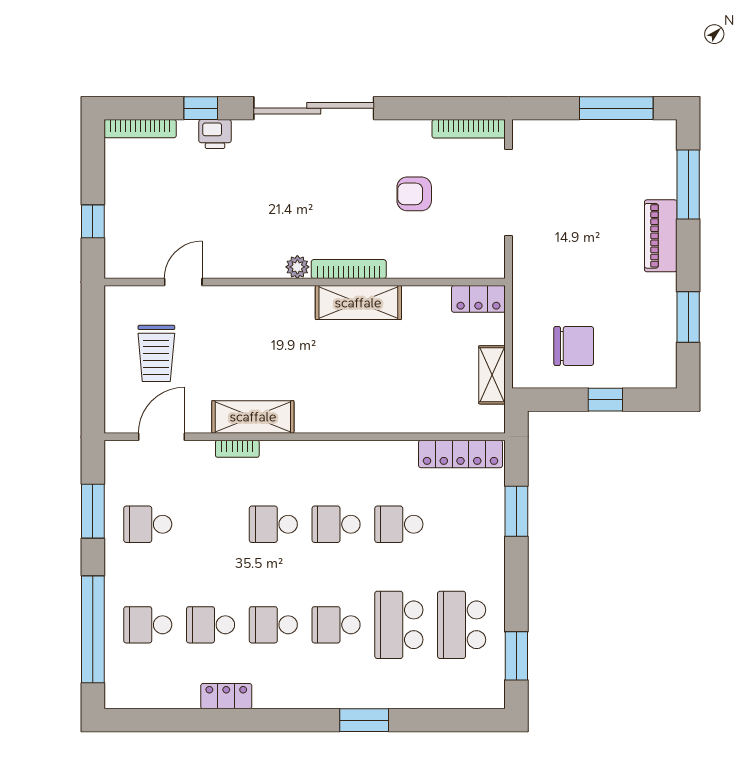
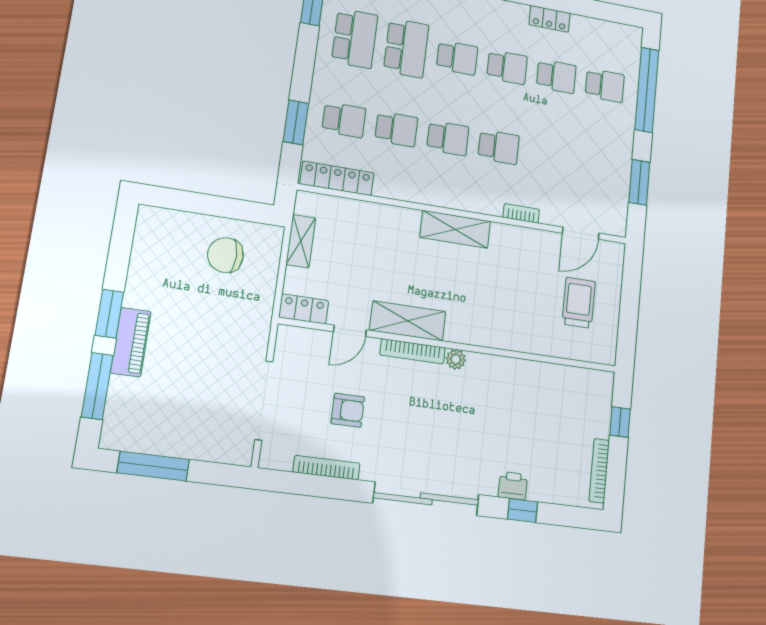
bookcase: (140, 129) -> (599, 471), moved, turned -90
bookcase: (469, 129) -> (326, 468), moved
door: (183, 282) -> (350, 331), moved
window: (688, 317) -> (109, 314), moved
window: (605, 400) -> (204, 204), removed
shelving: (253, 417) -> (455, 229), moved
school desk: (148, 524) -> (344, 120), moved

